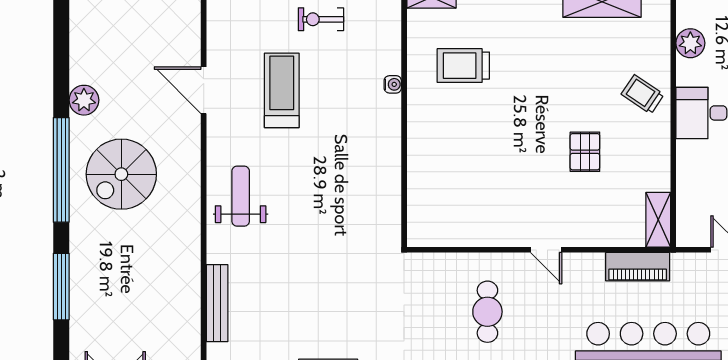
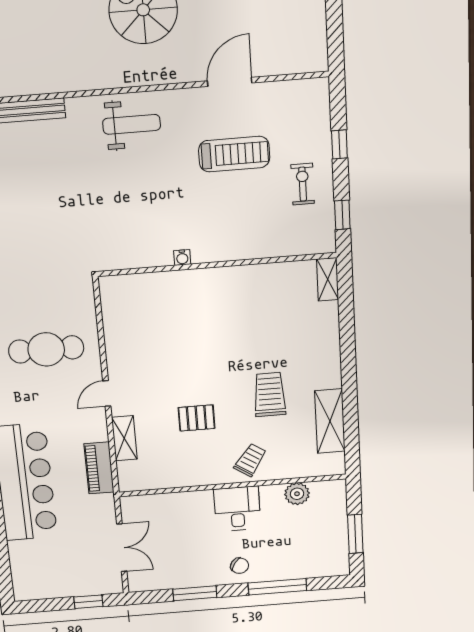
trolley: (463, 66) -> (270, 394), moved
water cooler: (393, 84) -> (182, 257), moved
shelving: (658, 220) -> (124, 438), moved, turned 90
cafe table: (487, 312) -> (46, 349), width x1.37, depth x1.35

